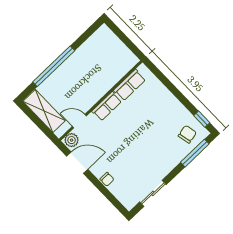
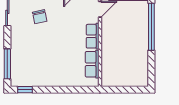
chair: (187, 134) -> (40, 17), moved

